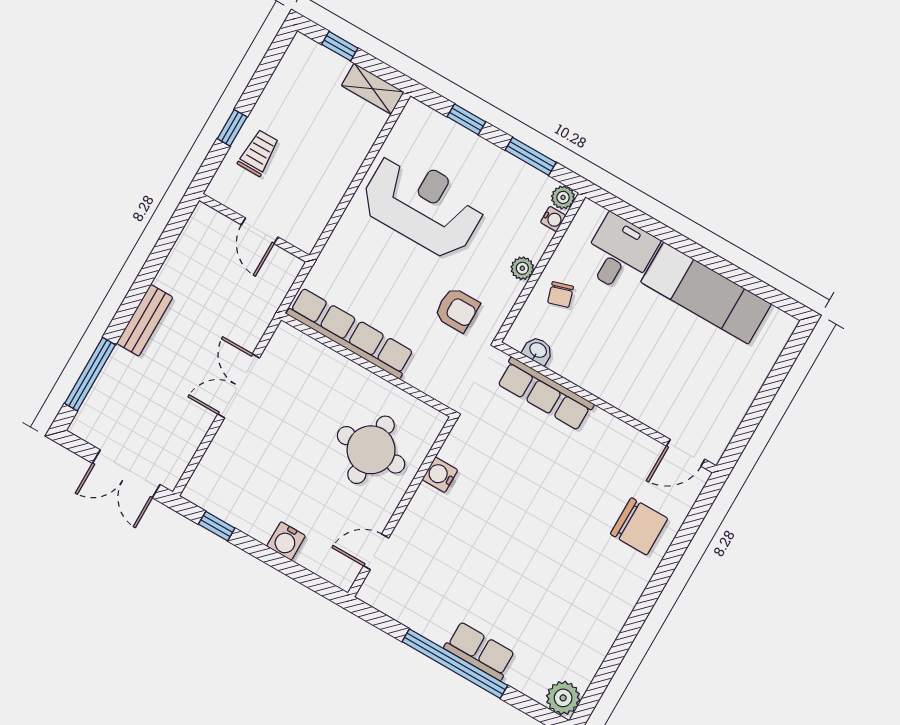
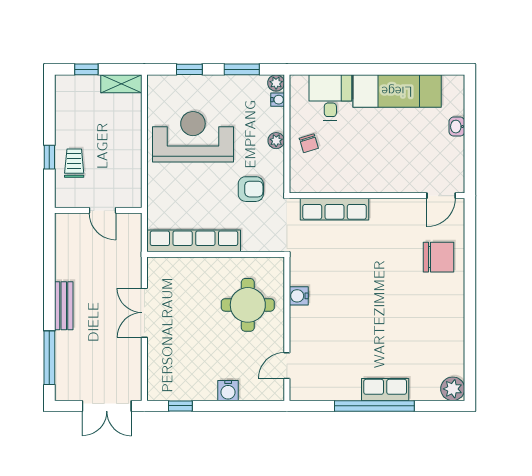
washbasin: (538, 351) -> (457, 127), moved, turned -90

